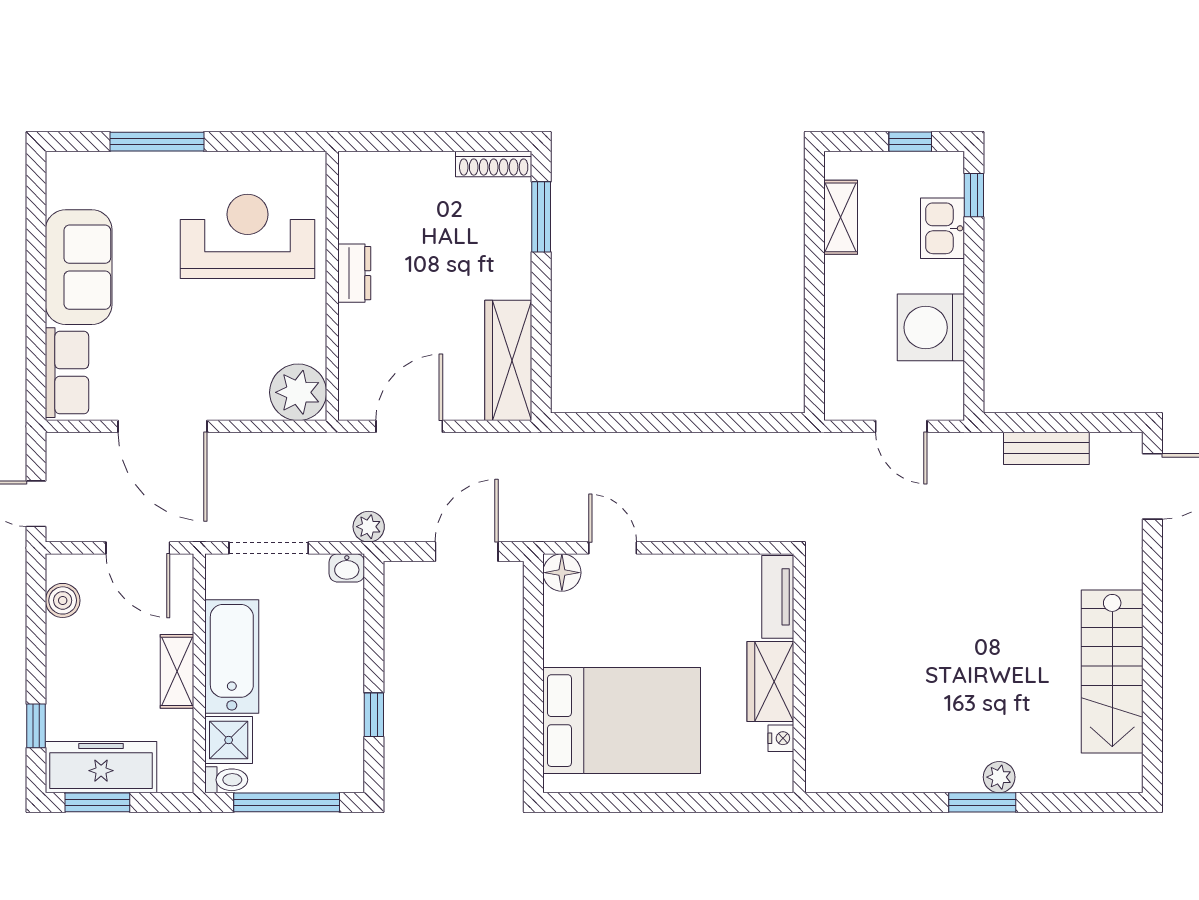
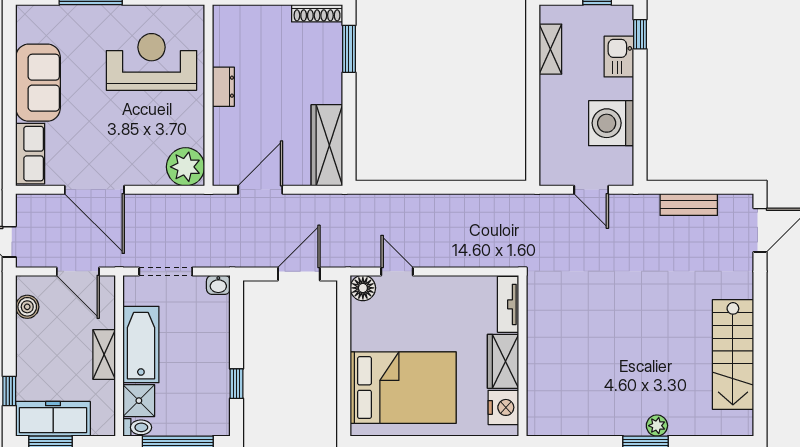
plant: (369, 527) -> (233, 257), removed
nightstand: (781, 738) -> (503, 407), width x1.89, depth x1.79

